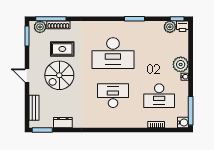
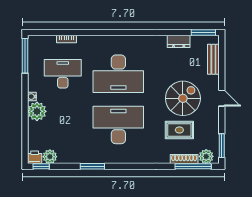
desk: (113, 96) -> (118, 74), width x1.36, depth x1.30
water cooler: (183, 122) -> (34, 41), removed

